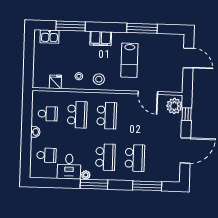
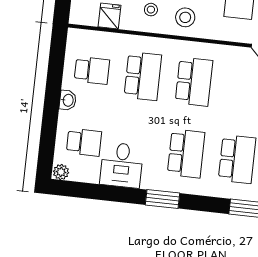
plant: (86, 175) -> (61, 172), moved
window: (94, 184) -> (162, 199), width x0.69

